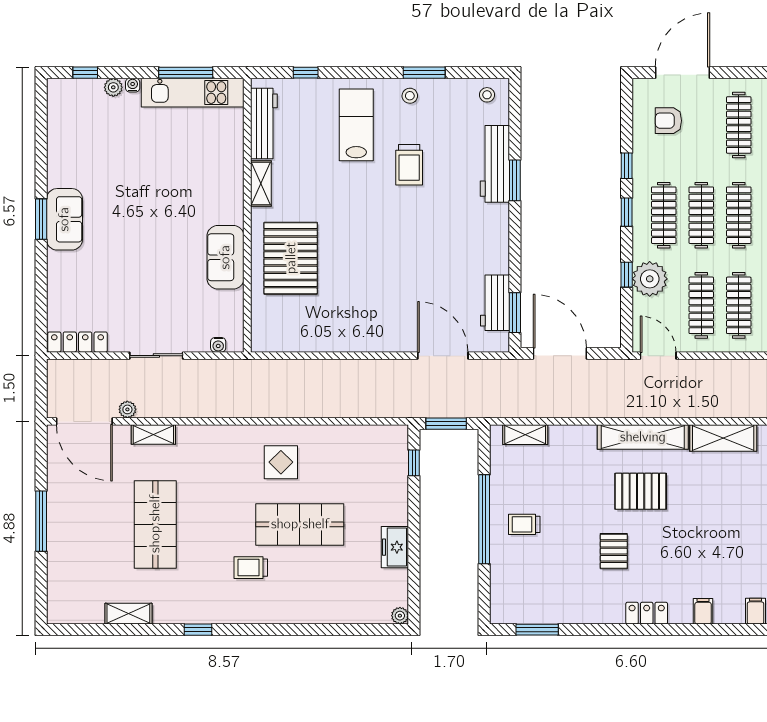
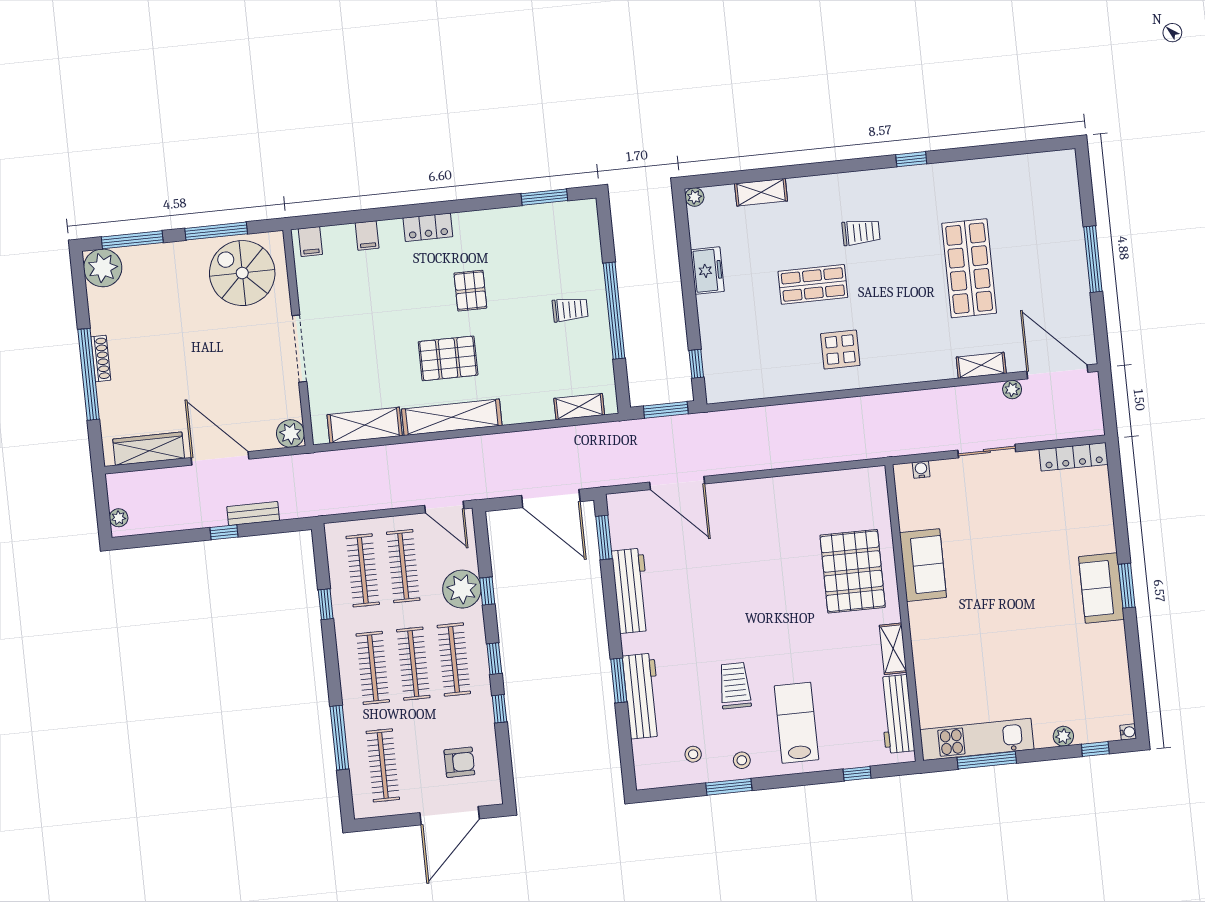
water cooler: (133, 85) -> (1128, 732), moved, turned -90
stool: (487, 95) -> (693, 754), moved
lab bench: (356, 125) -> (796, 723), turned 180
workbench: (495, 303) -> (631, 591), moved, width x1.38
shop shelf: (300, 524) -> (813, 284), width x0.70, depth x0.74
shelving: (128, 614) -> (761, 192), moved

